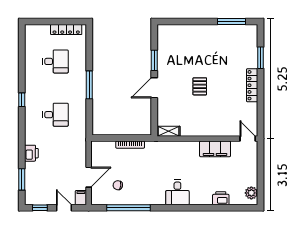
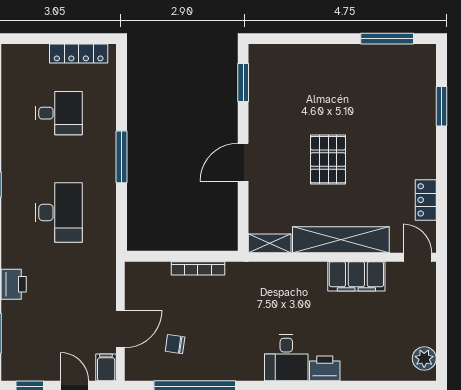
window: (154, 60) -> (243, 82), moved
locker: (252, 85) -> (426, 200), moved, width x0.66
pallet: (200, 86) -> (328, 160), width x1.50, depth x1.42
desk: (55, 115) -> (59, 212), width x1.37
shelving: (207, 129) -> (341, 240), added
printer: (221, 198) -> (325, 368), moved

